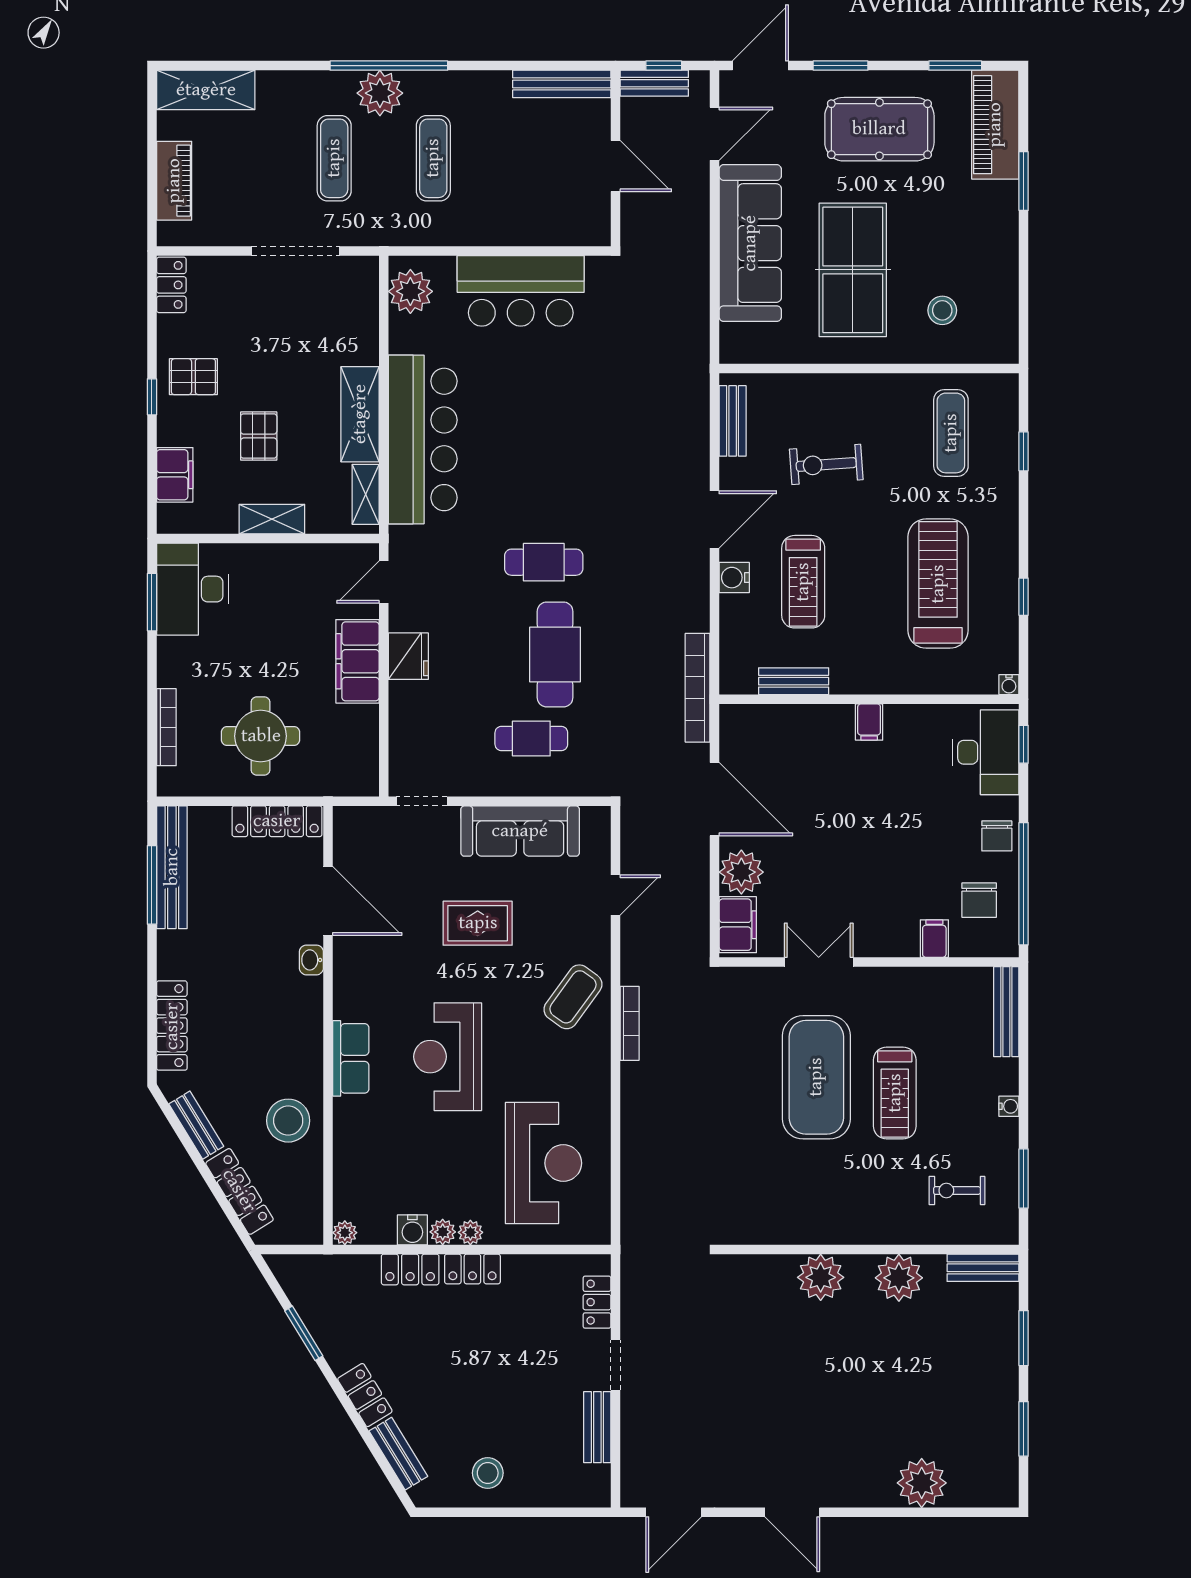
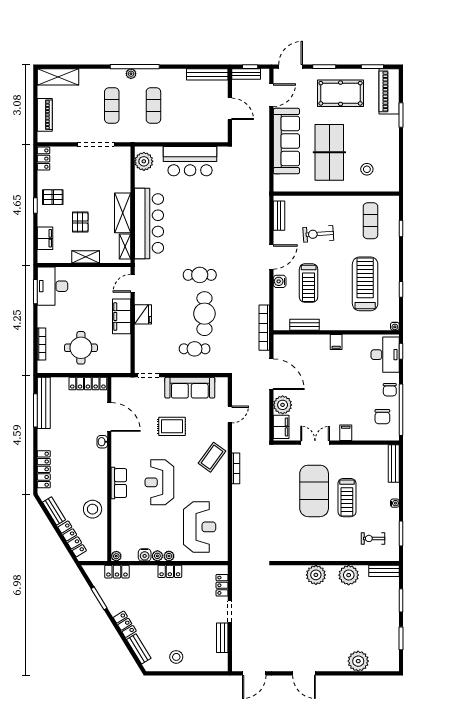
plant: (380, 93) -> (131, 74), width x0.53, depth x0.53
filing cabinet: (934, 939) -> (346, 433), moved
locker: (410, 1269) -> (117, 572), moved

